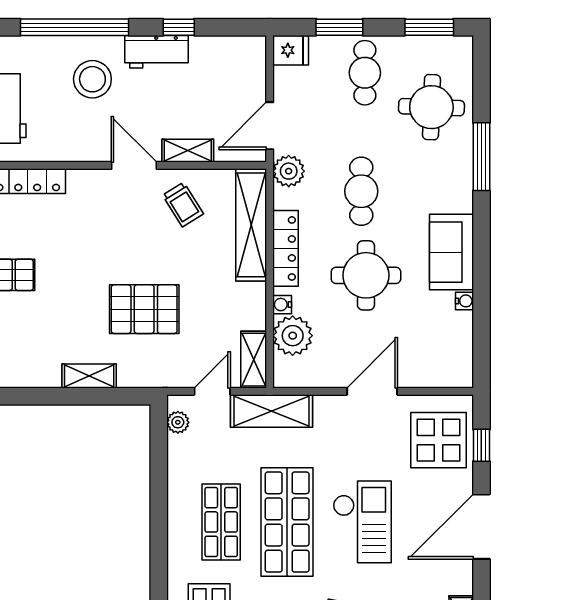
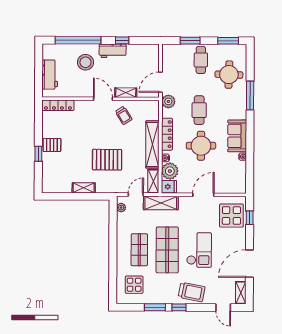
fridge: (291, 50) -> (169, 187), moved
shelving: (251, 225) -> (152, 144), moved
door: (481, 527) -> (249, 264), moved

